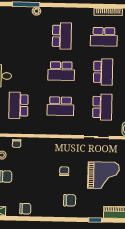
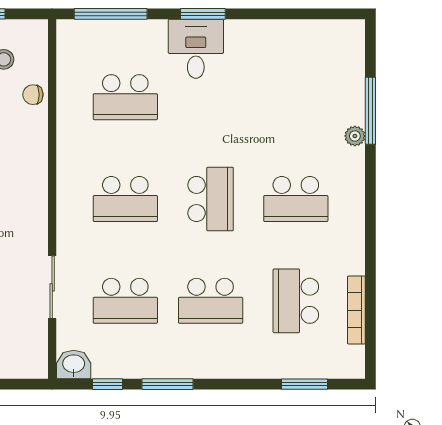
school desk: (61, 71) -> (211, 199), turned 180
school desk: (18, 105) -> (125, 97), turned 180
school desk: (60, 106) -> (125, 199), turned -90

